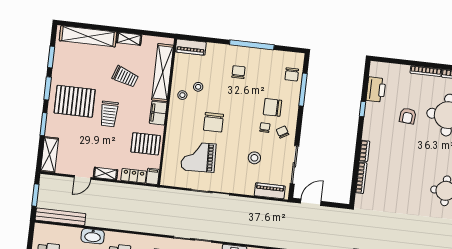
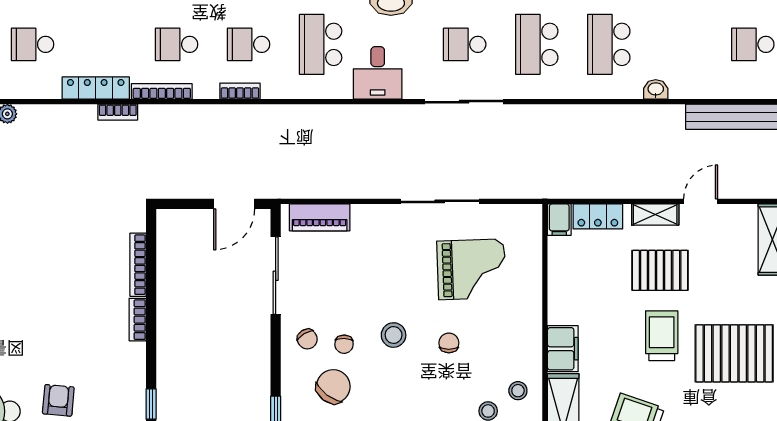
chair: (272, 107) -> (333, 386), turned -53
chair: (214, 122) -> (449, 343), width x0.54, depth x0.54
pallet: (146, 144) -> (660, 270), moved
stool: (254, 158) -> (394, 335), moved
washbasin: (93, 236) -> (656, 89), width x0.52, depth x0.69

